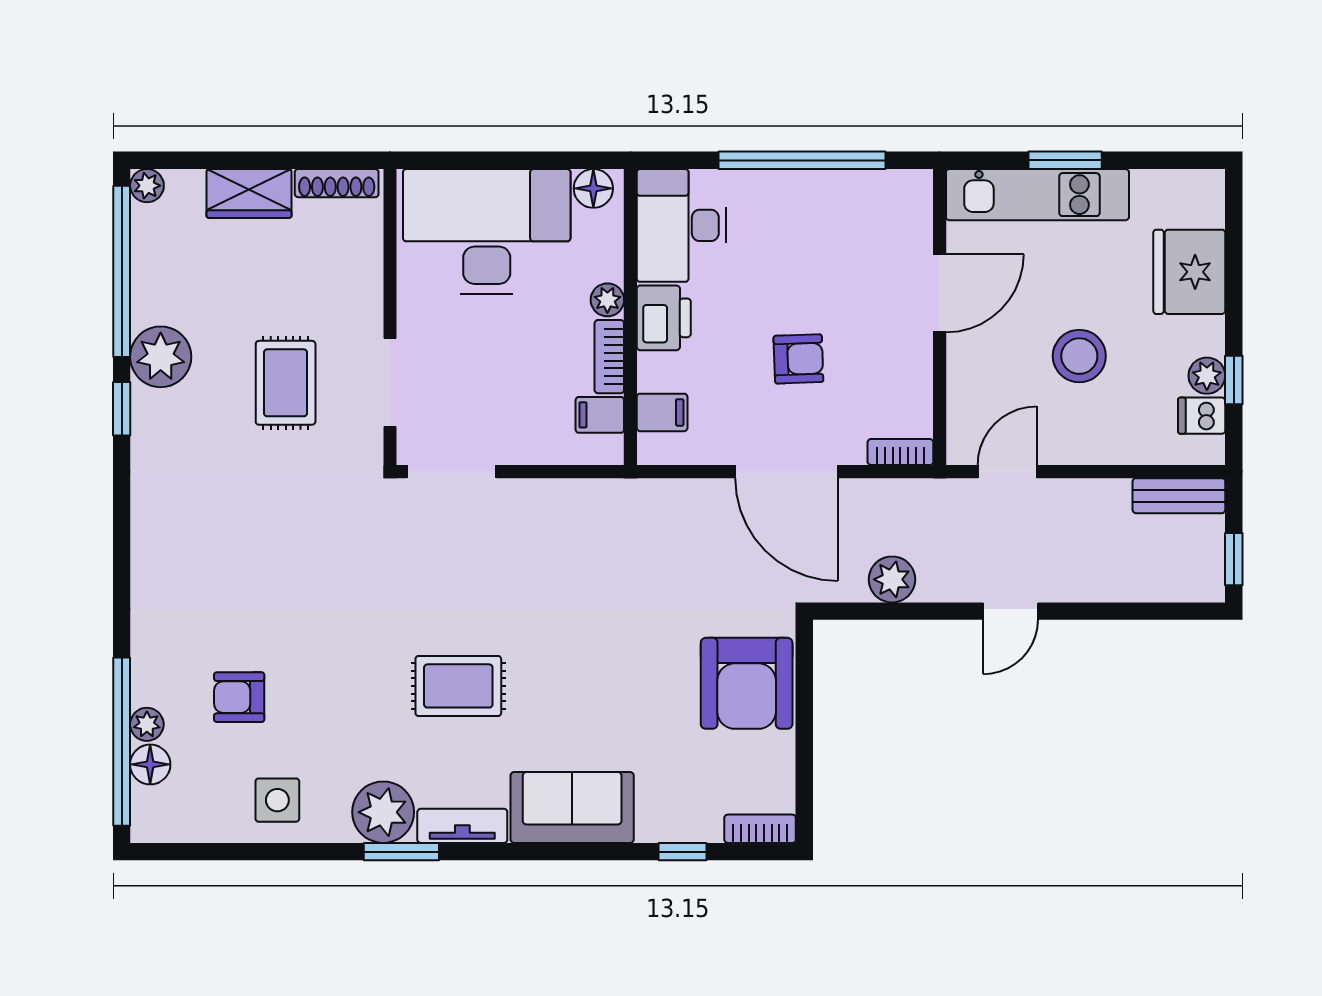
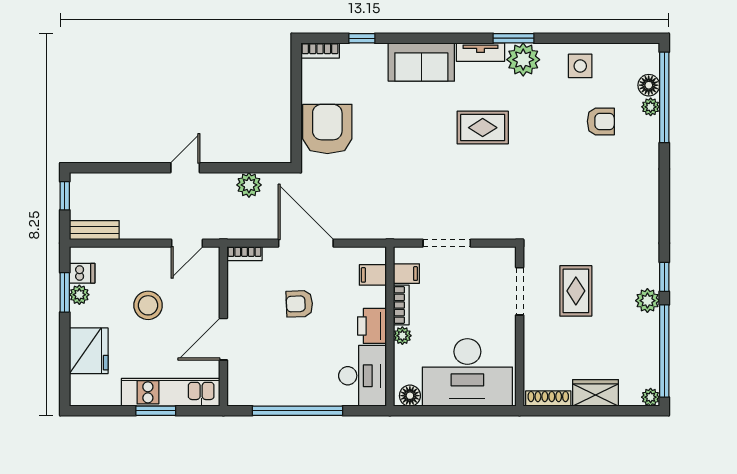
plant: (161, 357) -> (647, 301), width x0.73, depth x0.73
window: (1234, 380) -> (65, 292), width x1.50
doorway: (451, 472) -> (447, 243), moved

